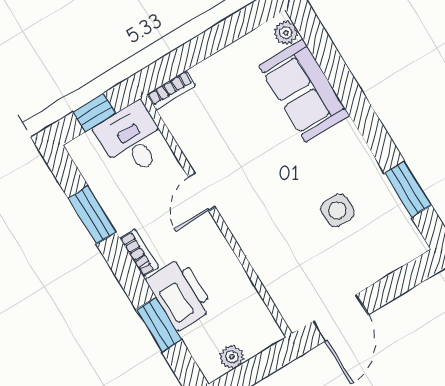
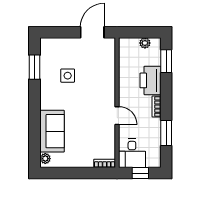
door: (202, 192) -> (117, 116), hinge flipped
window: (159, 325) -> (166, 61), moved

